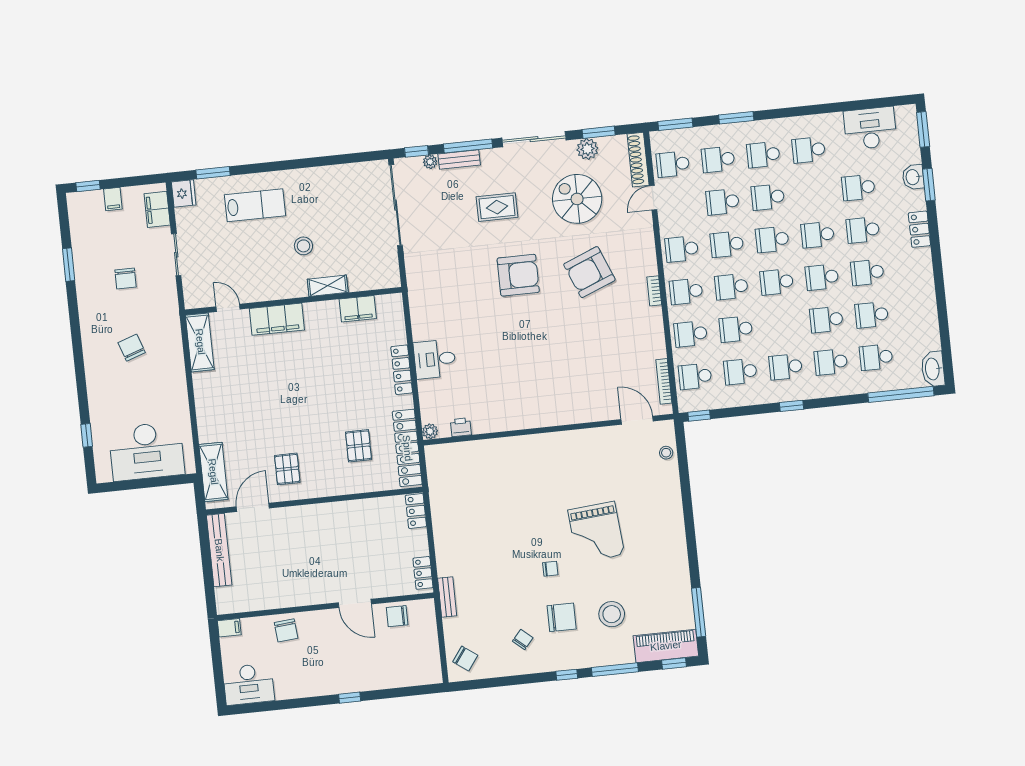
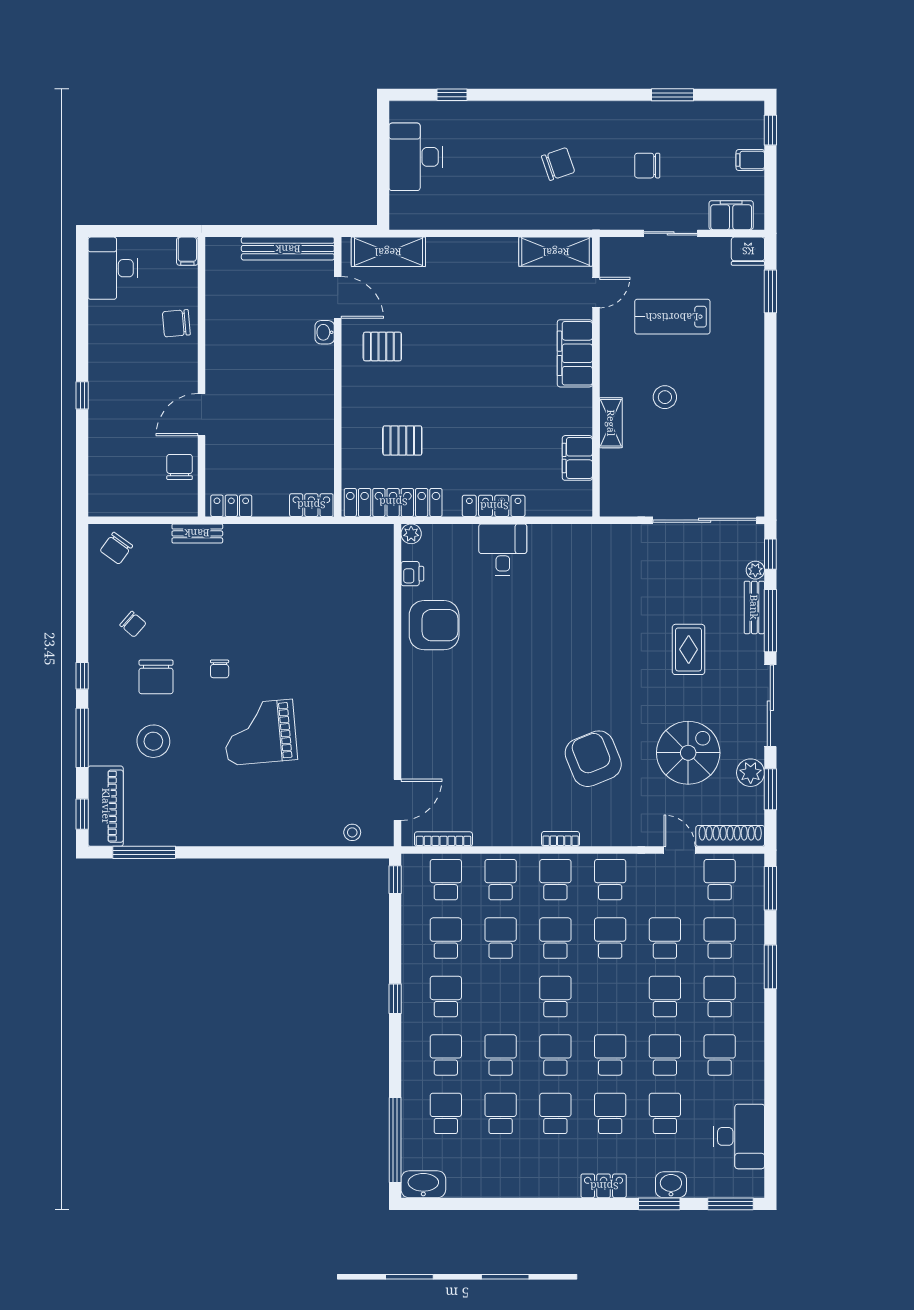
lab bench: (255, 205) -> (672, 317), moved, turned 90
school desk: (772, 240) -> (665, 1055), moved
armchair: (518, 275) -> (434, 625), moved, turned -90
desk: (147, 451) -> (416, 157), width x0.73, depth x0.77
washbasin: (281, 515) -> (325, 332), added

